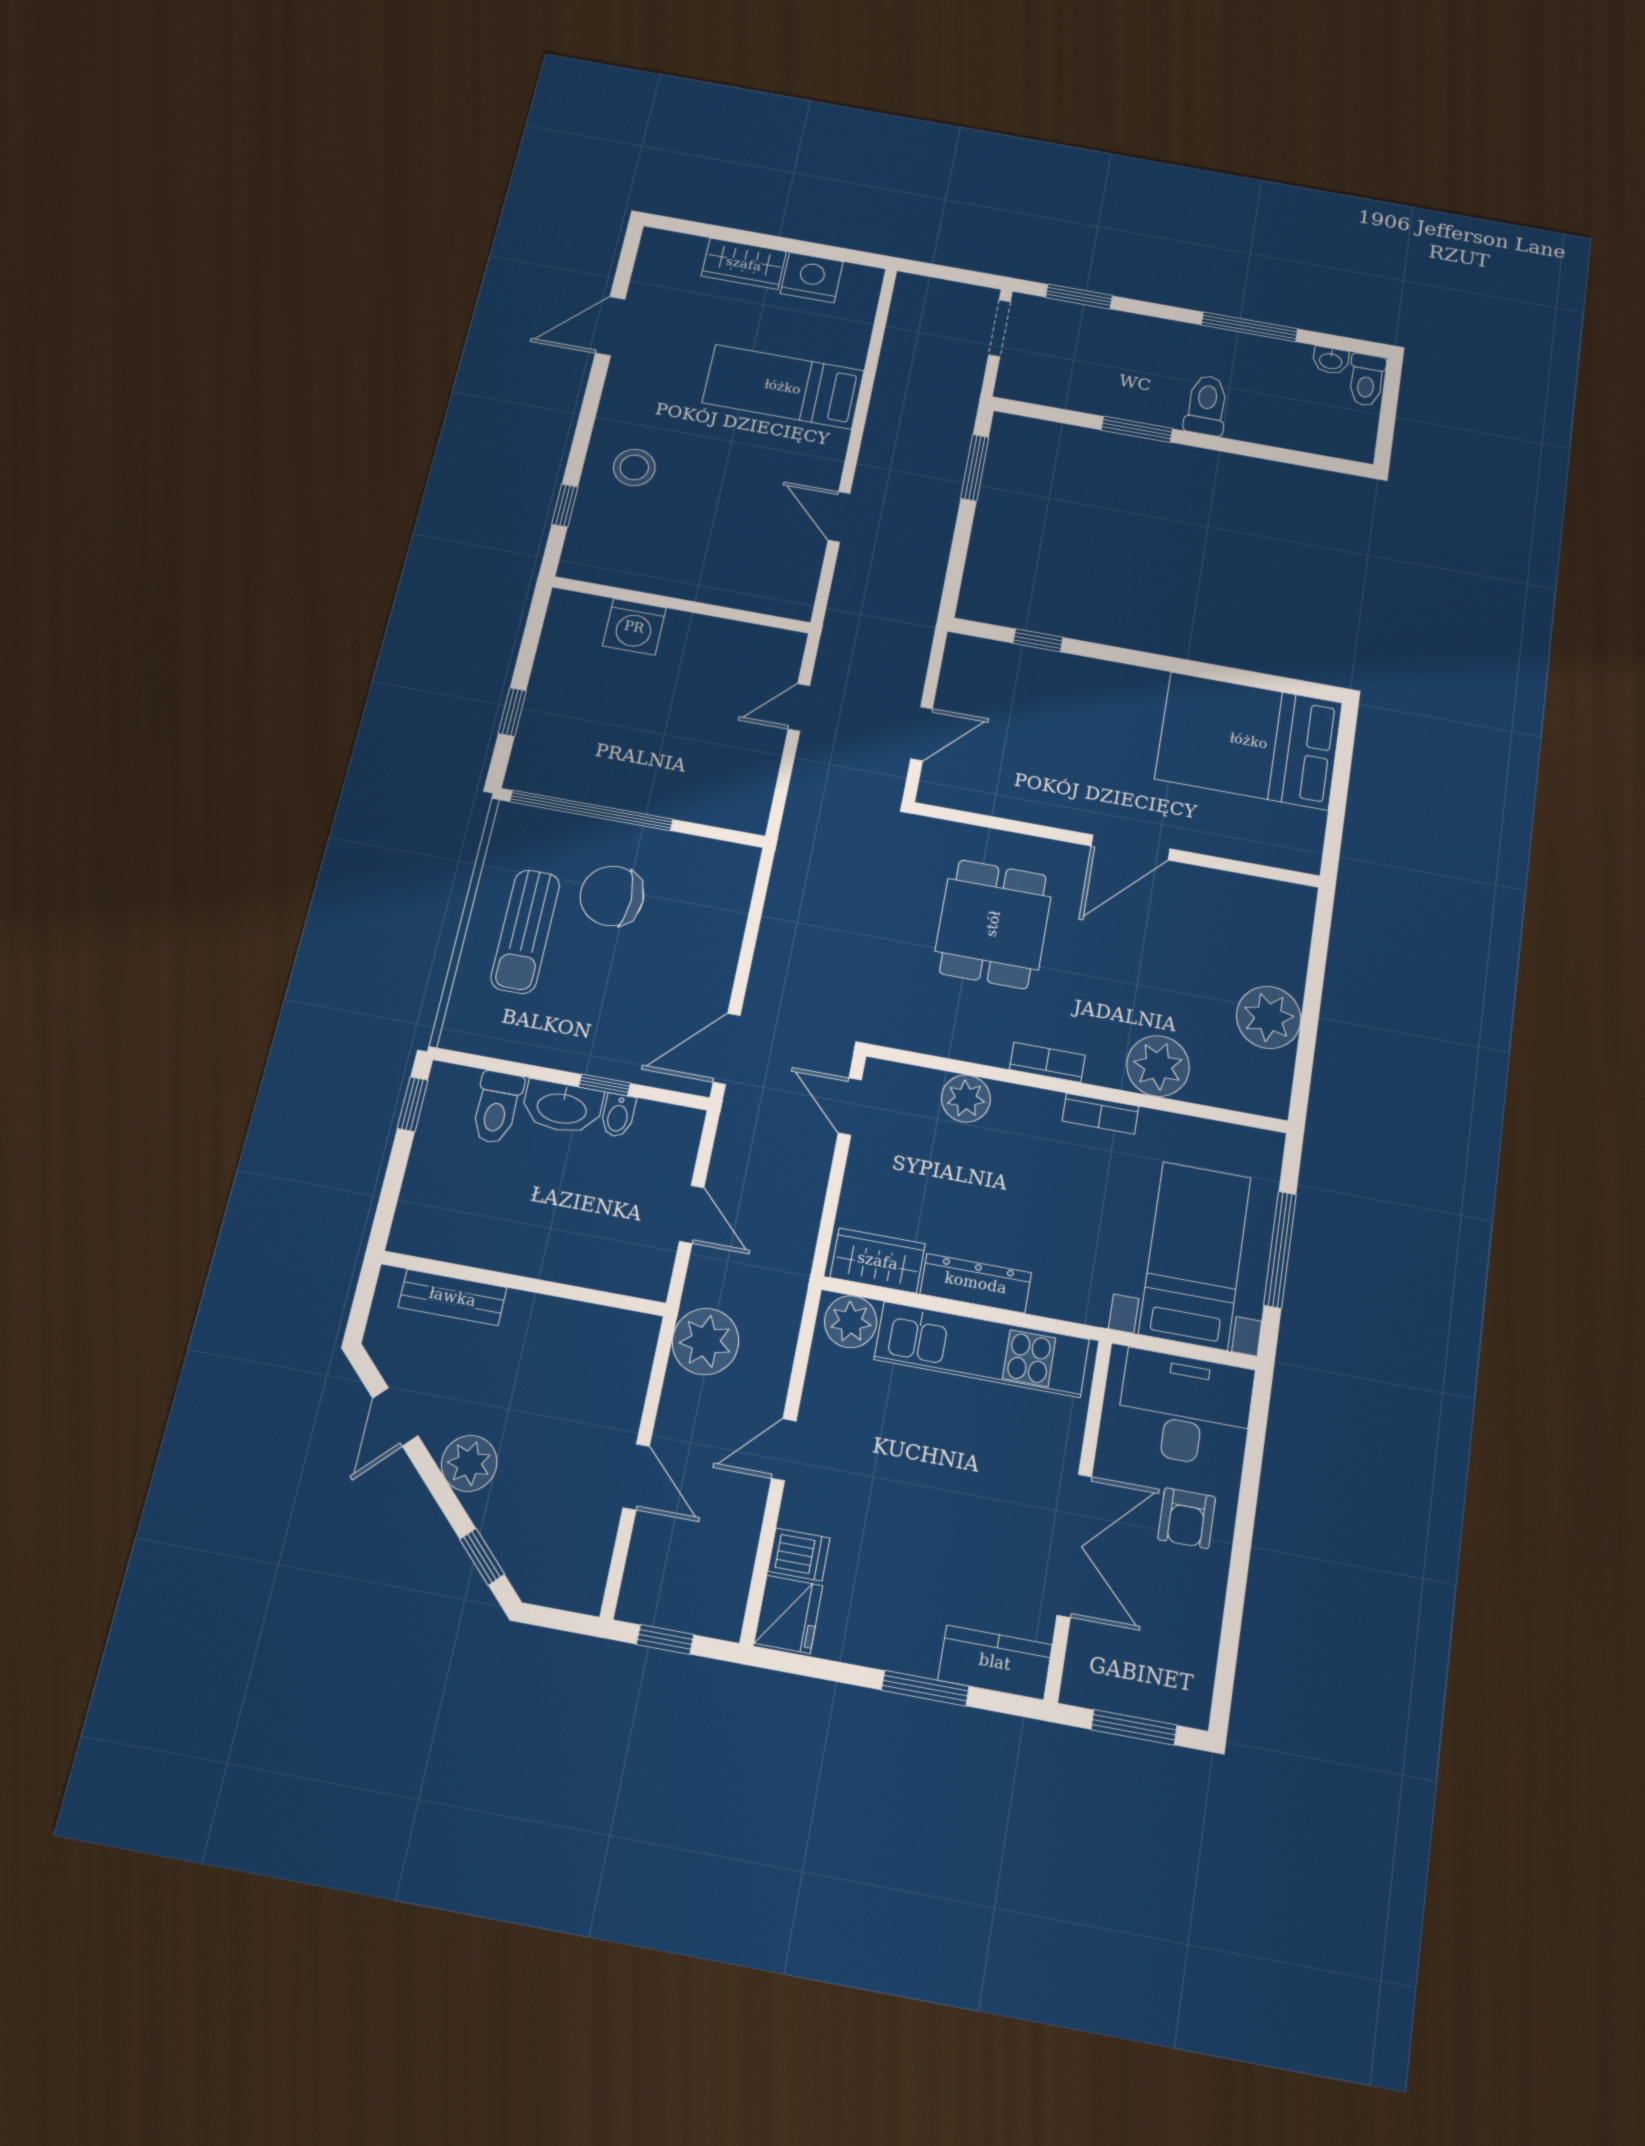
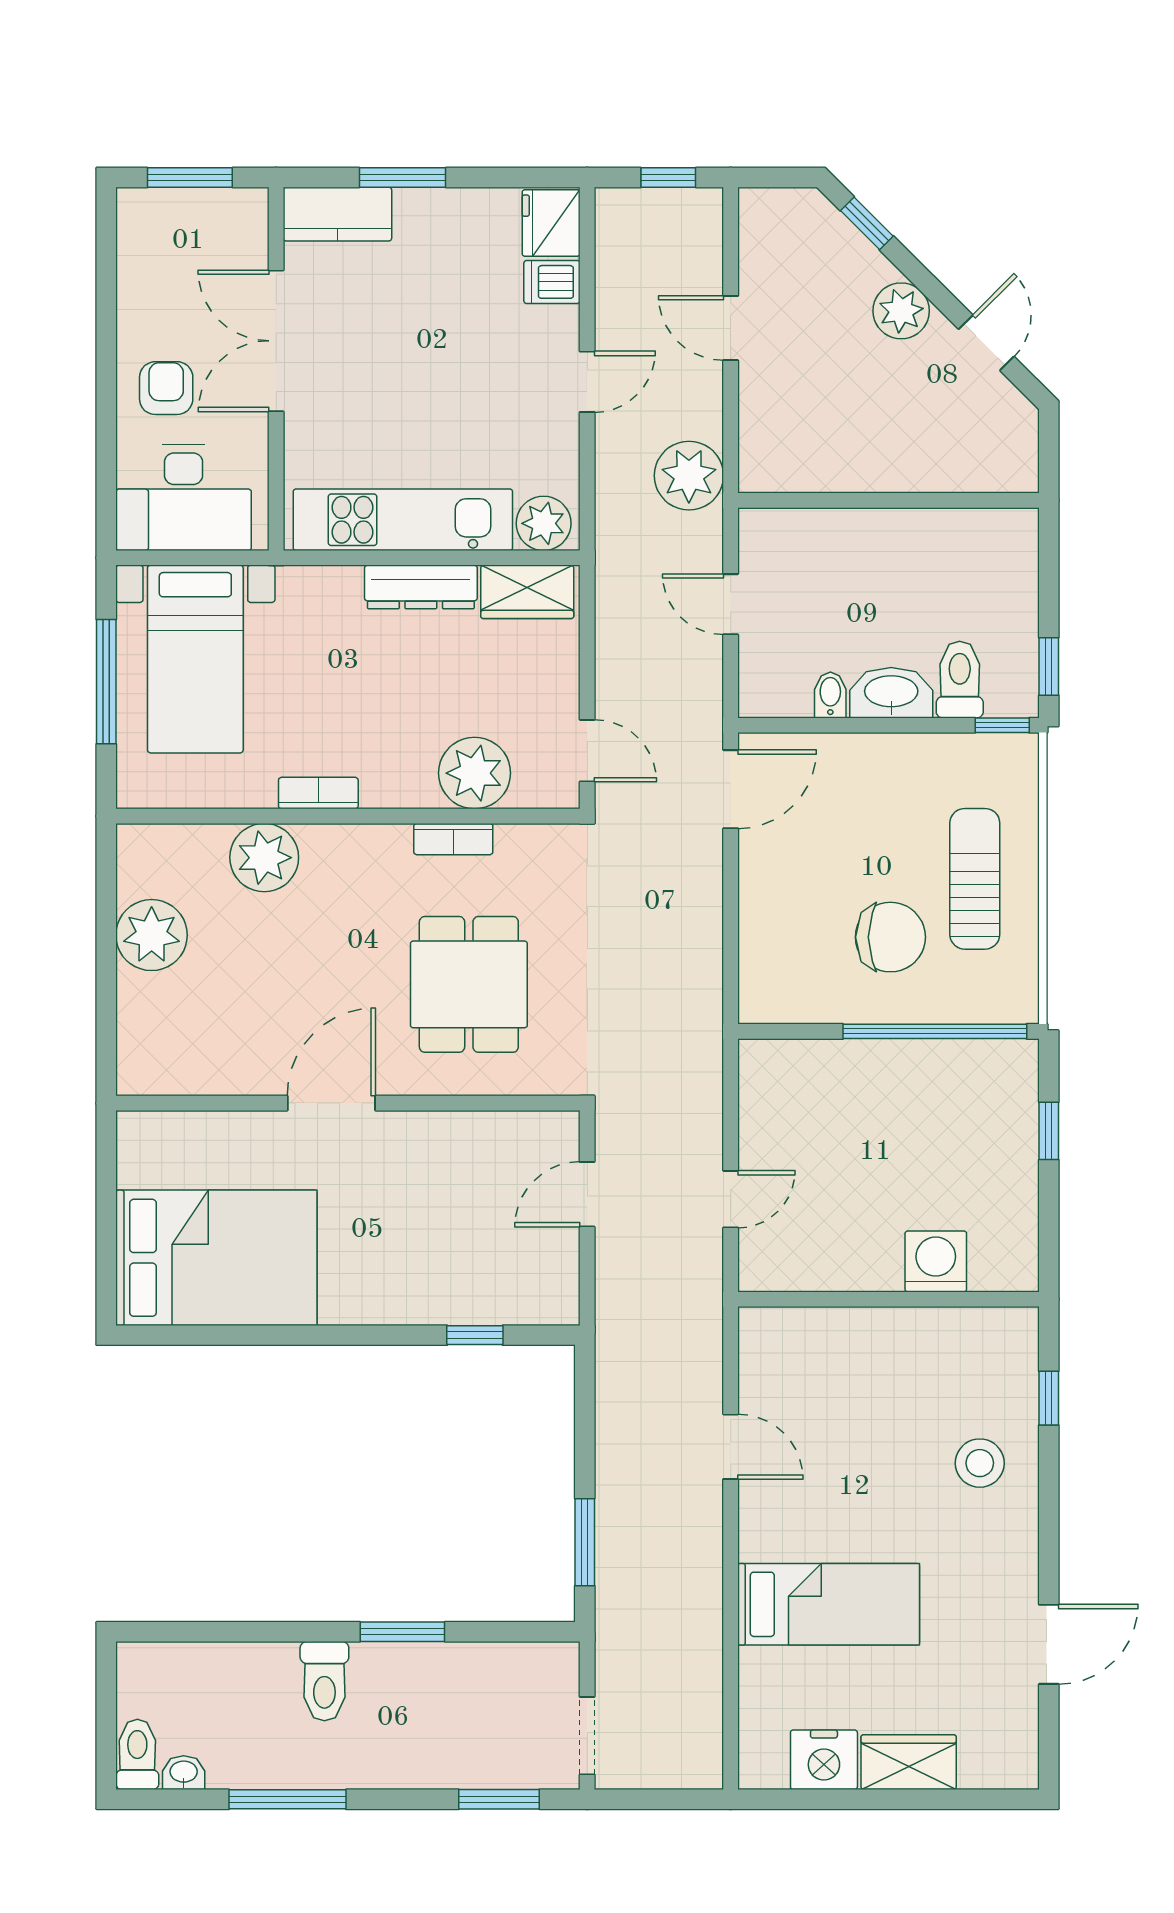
bookcase: (1047, 1062) -> (453, 839), moved
window: (604, 1085) -> (1002, 725), moved
plant: (966, 1099) -> (475, 773), width x1.36, depth x1.36
bench: (453, 1297) -> (958, 473), removed

